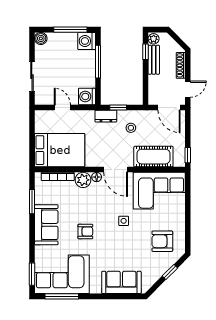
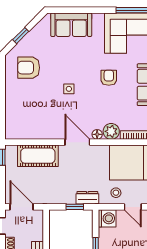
stool: (131, 128) -> (116, 193), moved
corner sofa: (159, 191) -> (32, 120), removed
armchair: (85, 232) -> (109, 78), turned 90
armchair: (162, 241) -> (29, 68), turned 180

